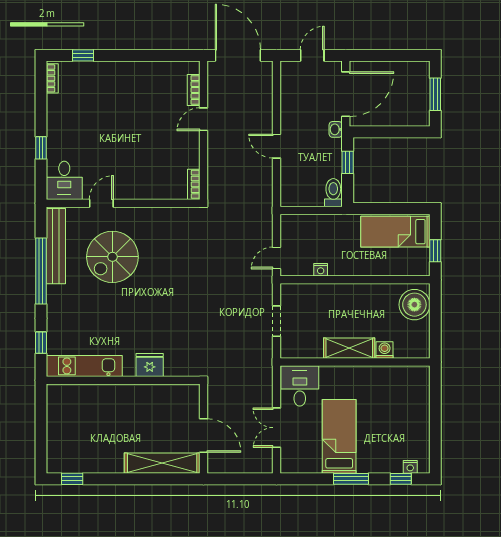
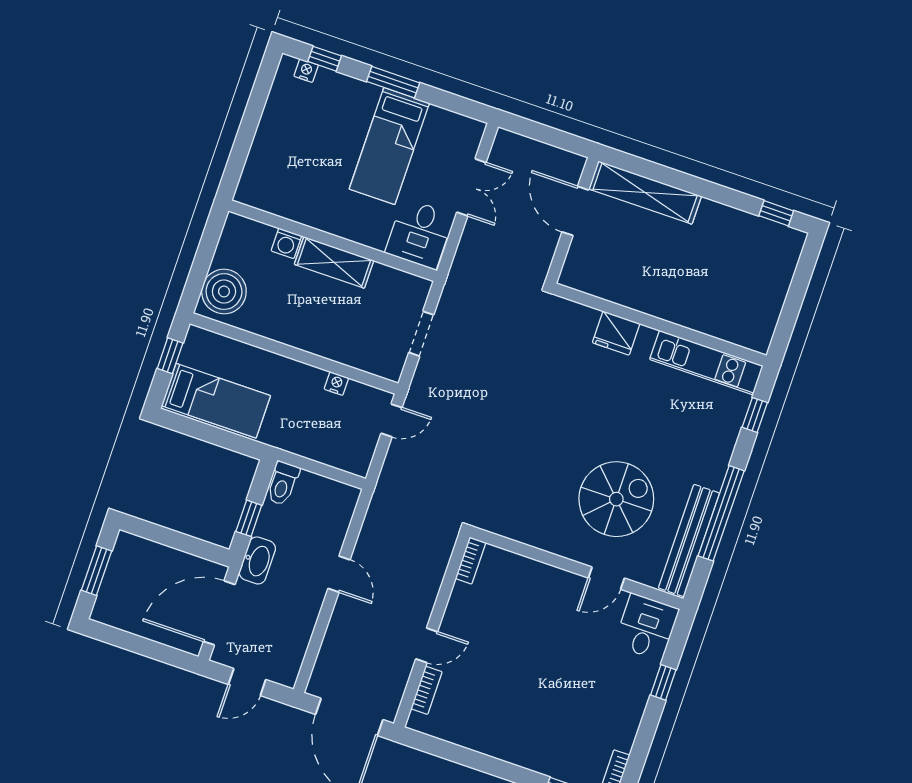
washbasin: (336, 129) -> (257, 560), width x1.91, depth x1.45

